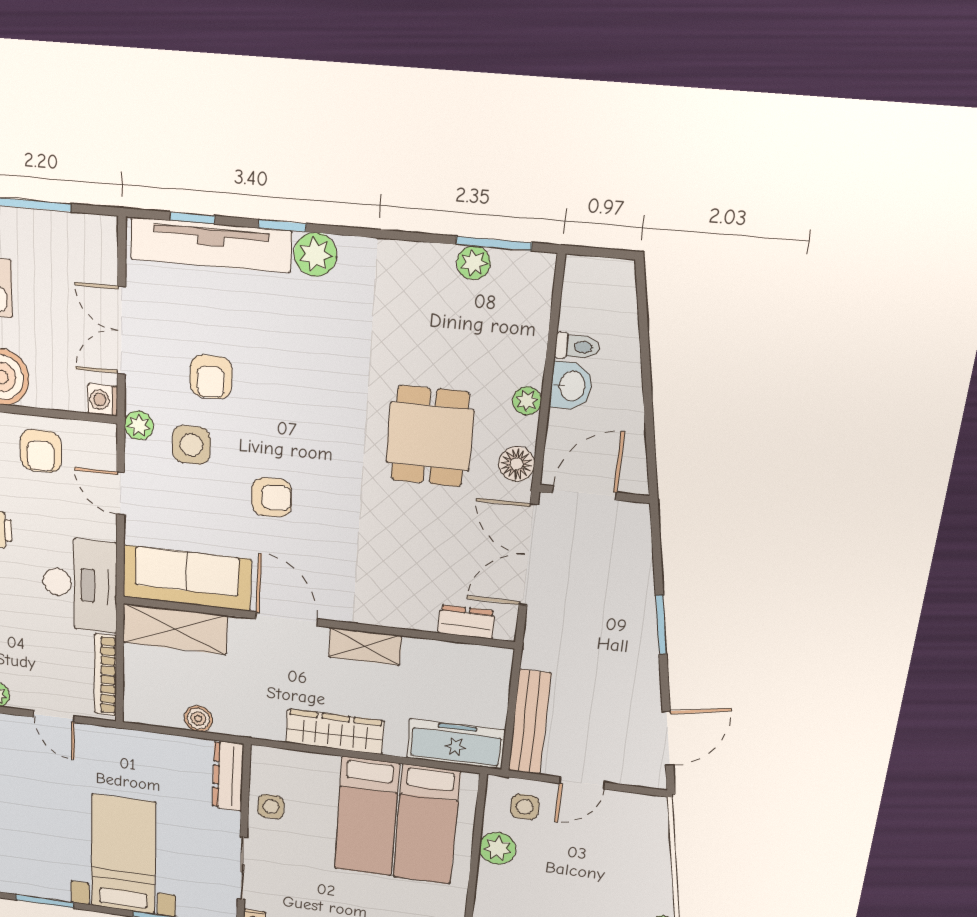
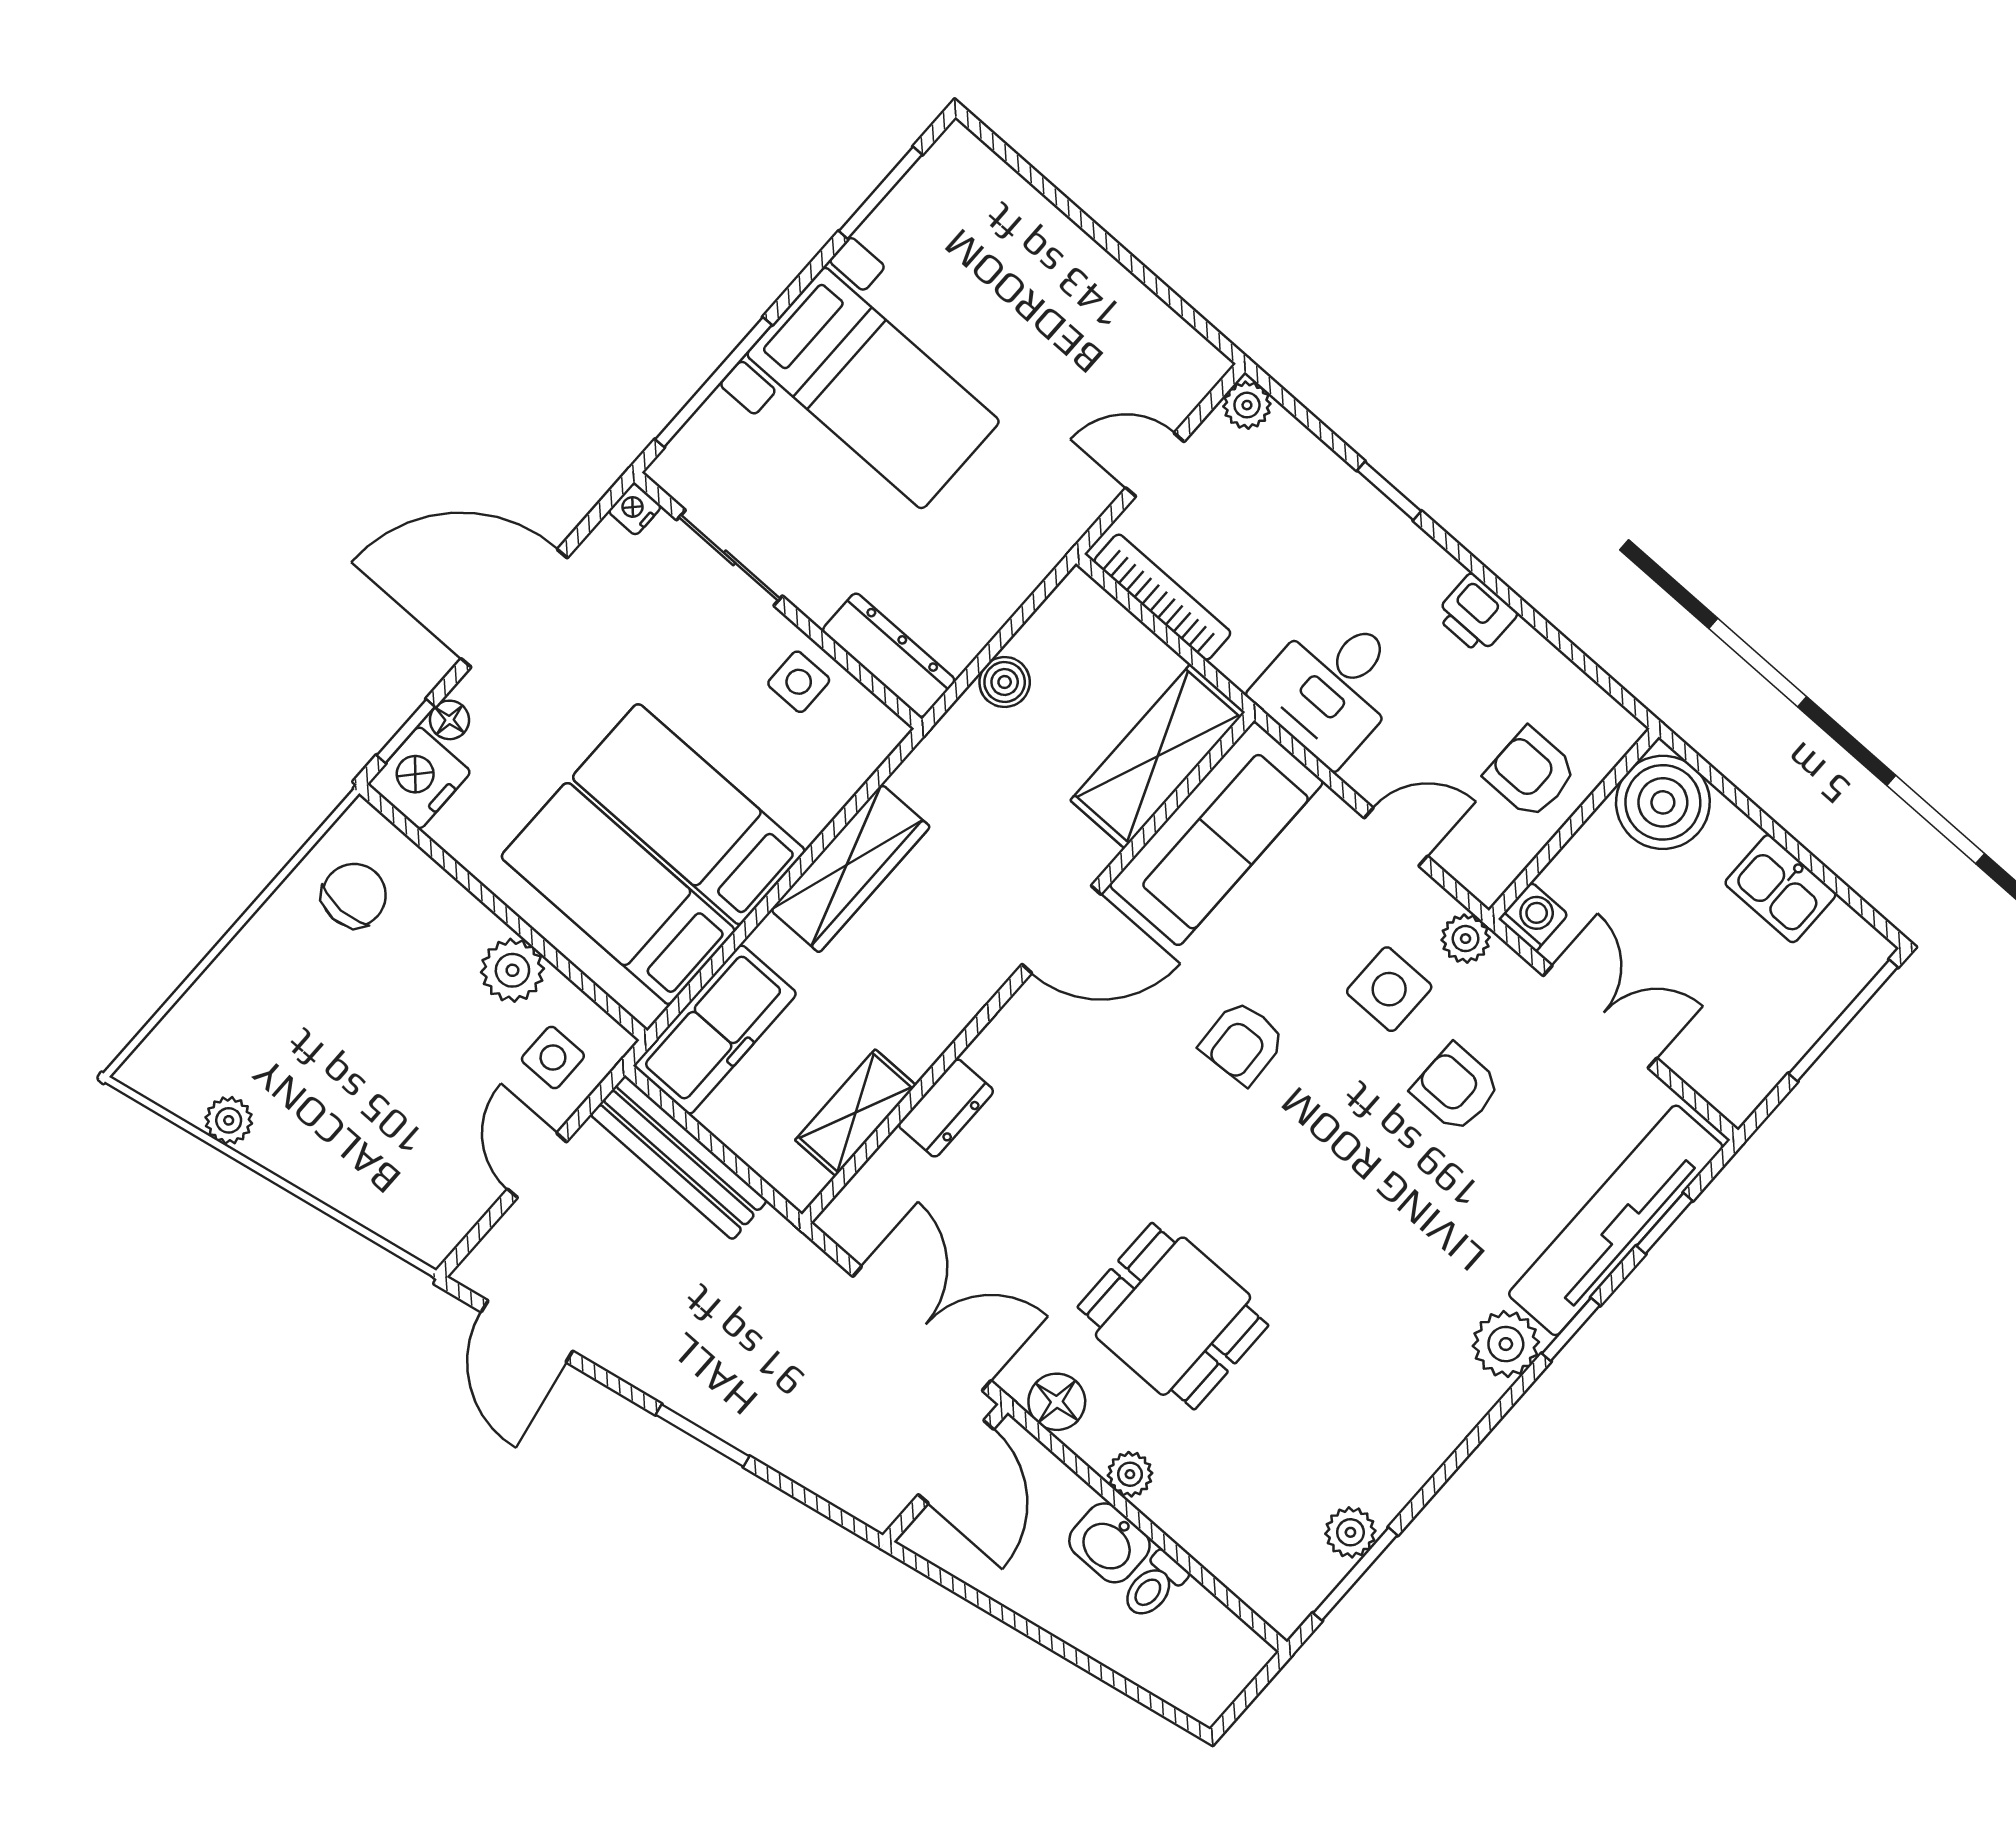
desk: (80, 584) -> (1332, 686), width x0.73
dresser: (466, 622) -> (946, 1108), moved
shelving: (365, 646) -> (856, 1113), moved

